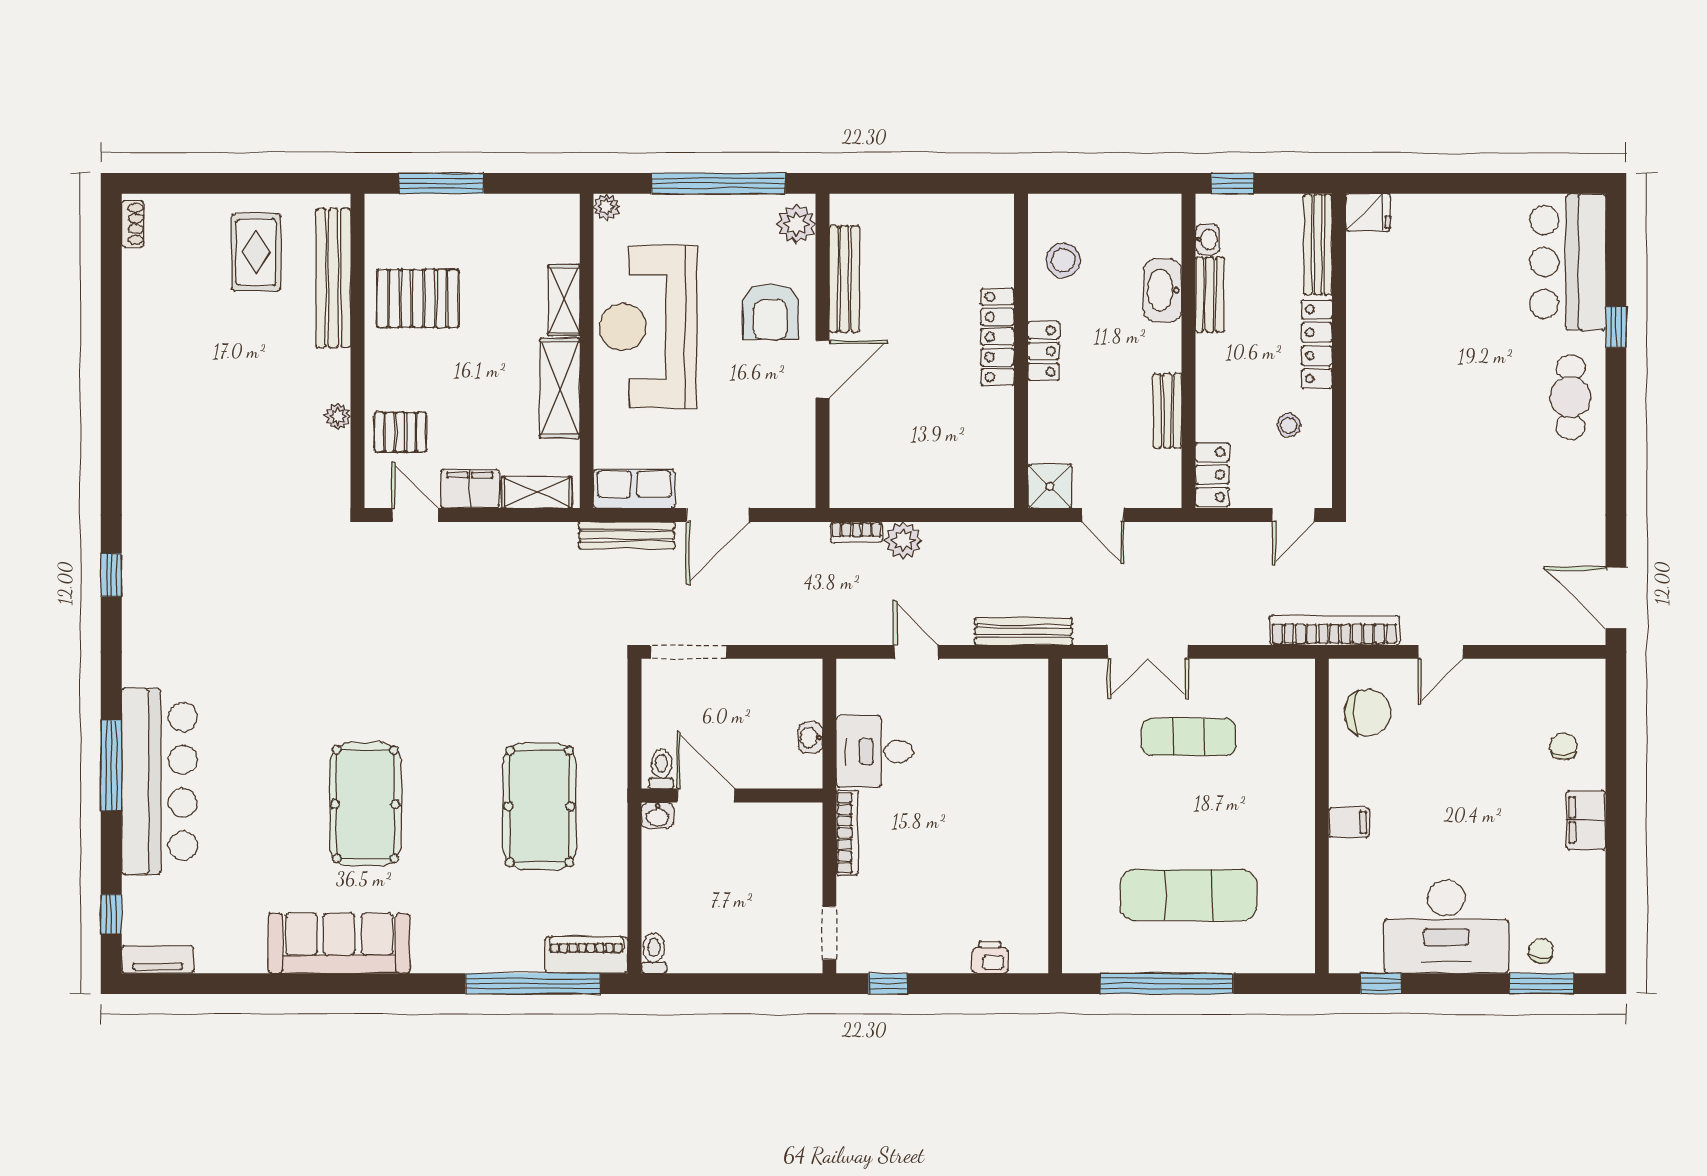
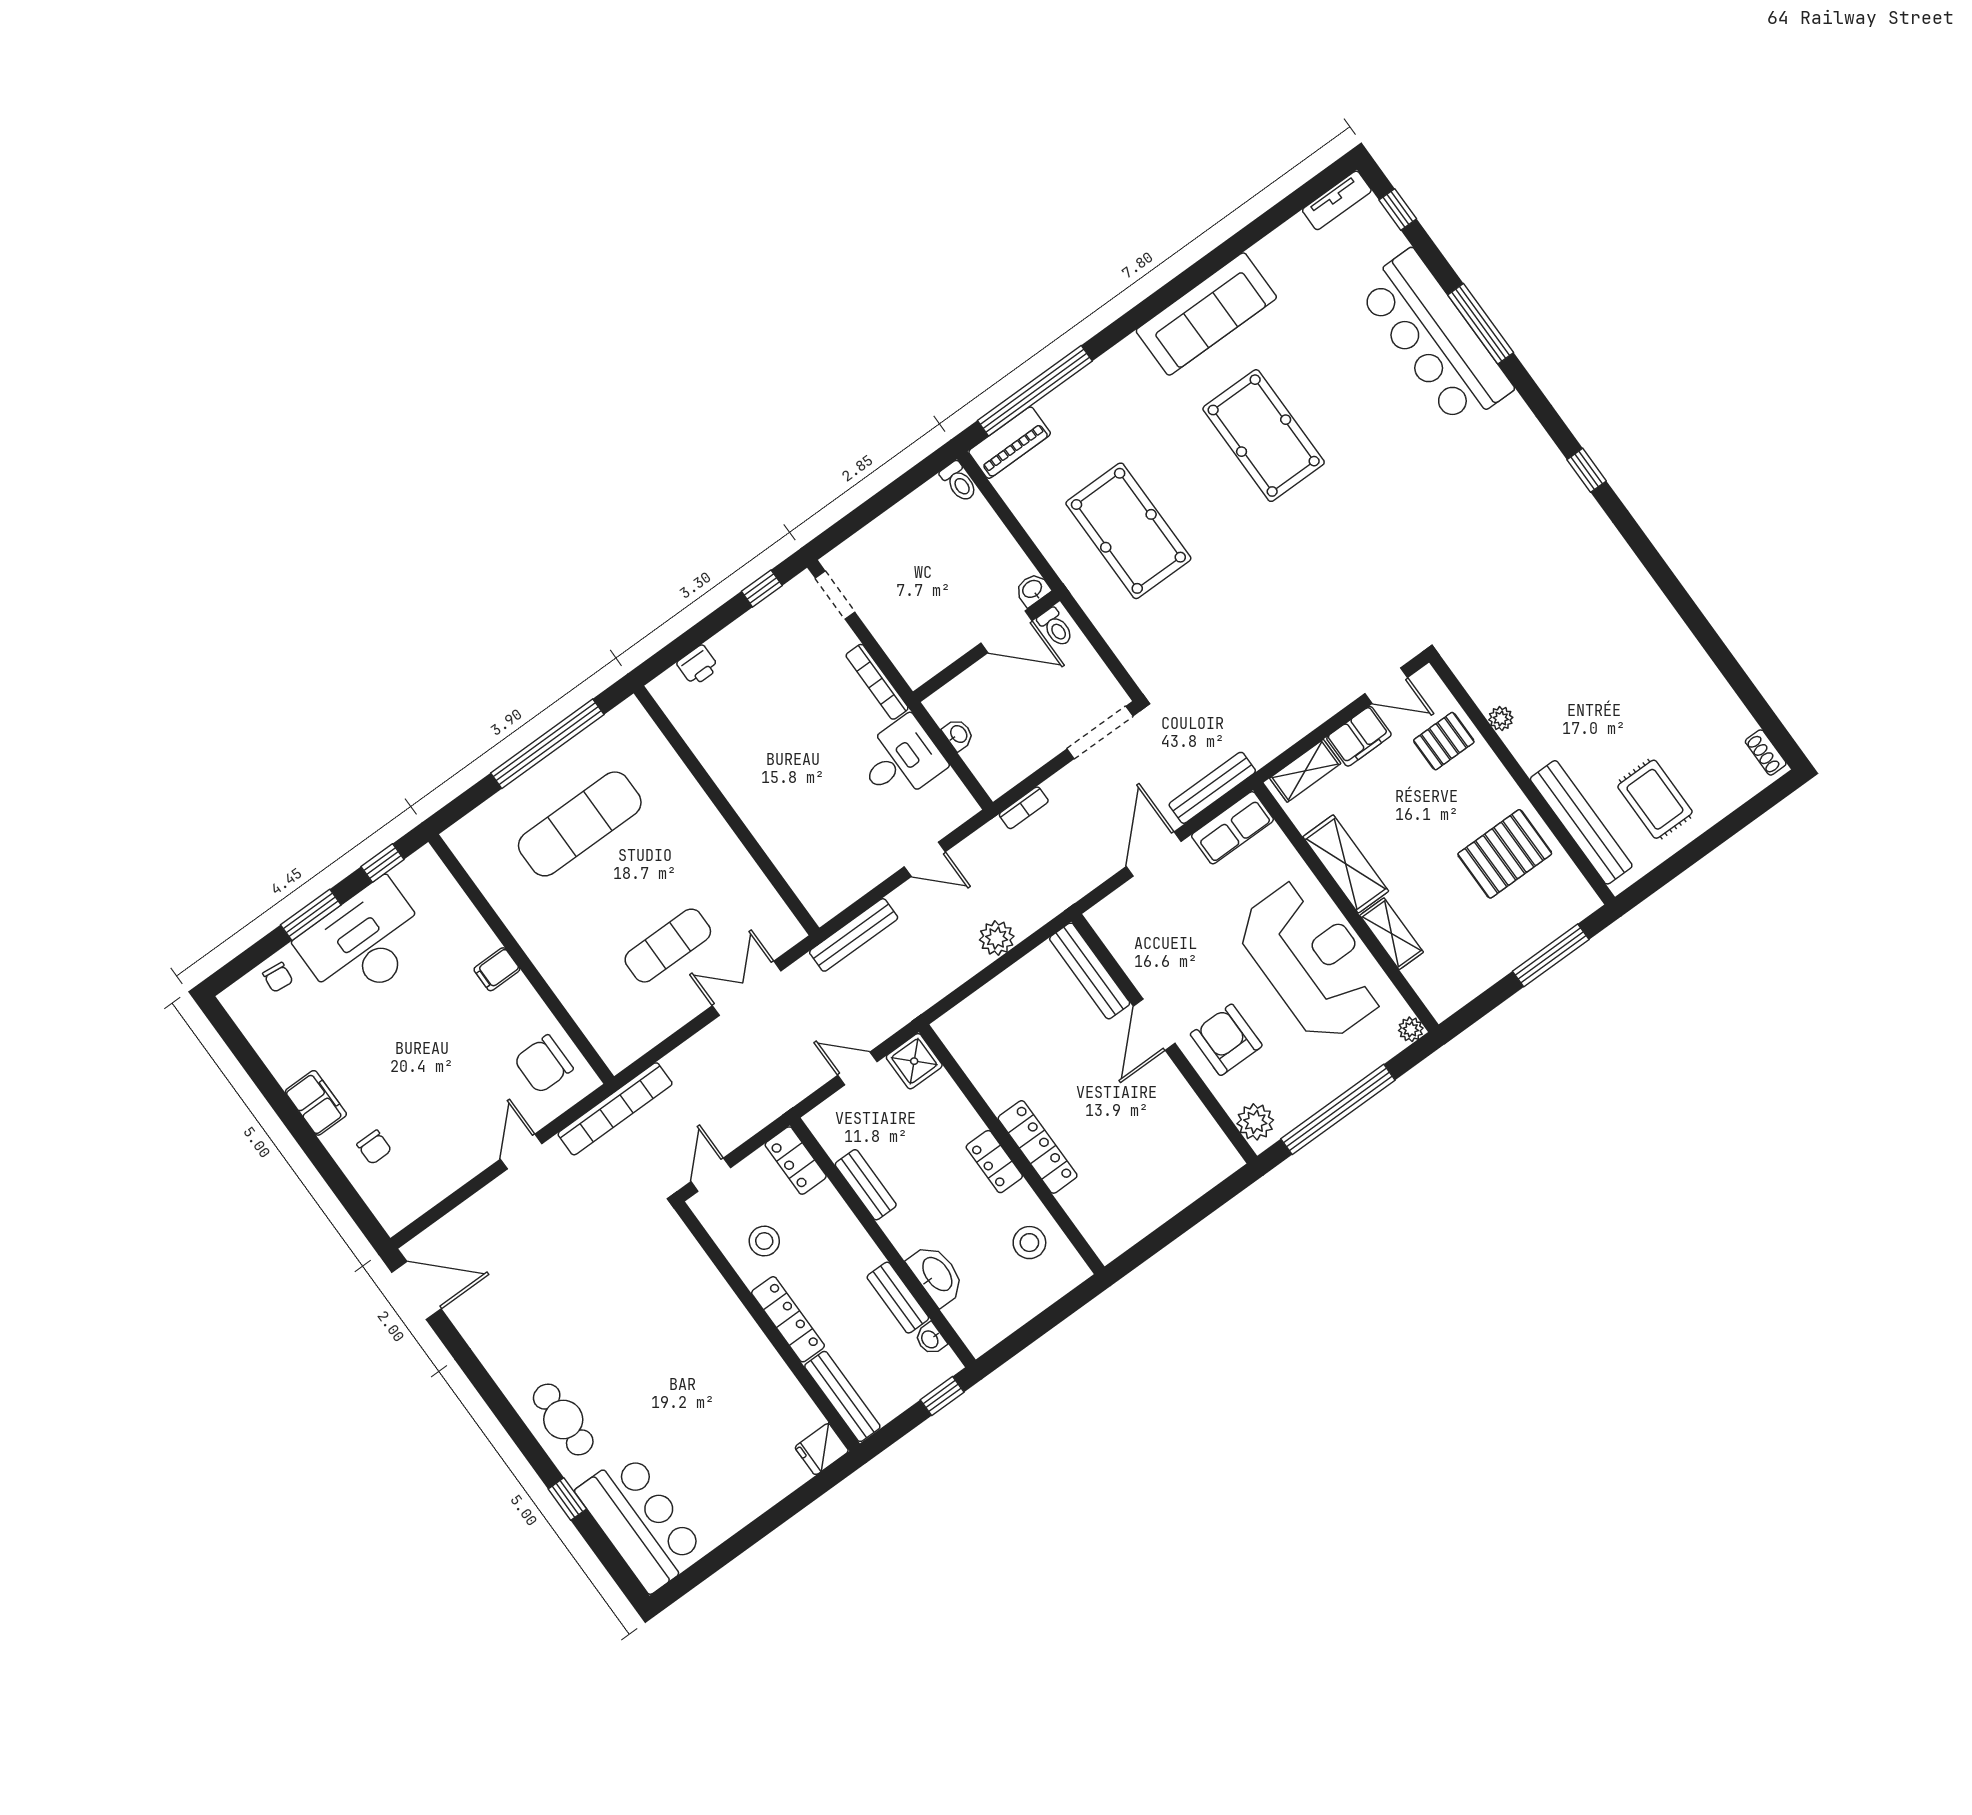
bench: (844, 279) -> (1090, 971), moved
stool: (1289, 425) -> (764, 1241), width x1.37, depth x1.37
bookcase: (856, 532) -> (1024, 808), moved, turned 180
window: (1541, 984) -> (311, 915), moved

